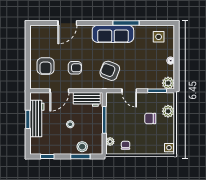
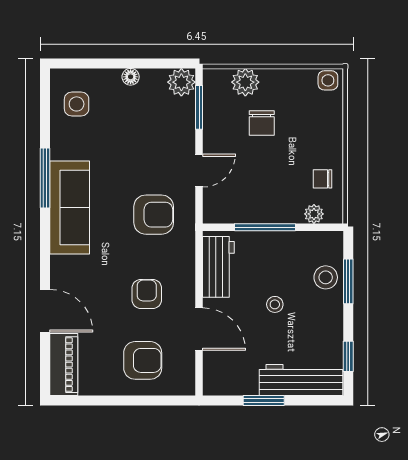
piano: (44, 31) -> (64, 365), added
armchair: (110, 71) -> (154, 215), turned -111
workbench: (37, 118) -> (301, 380), moved

